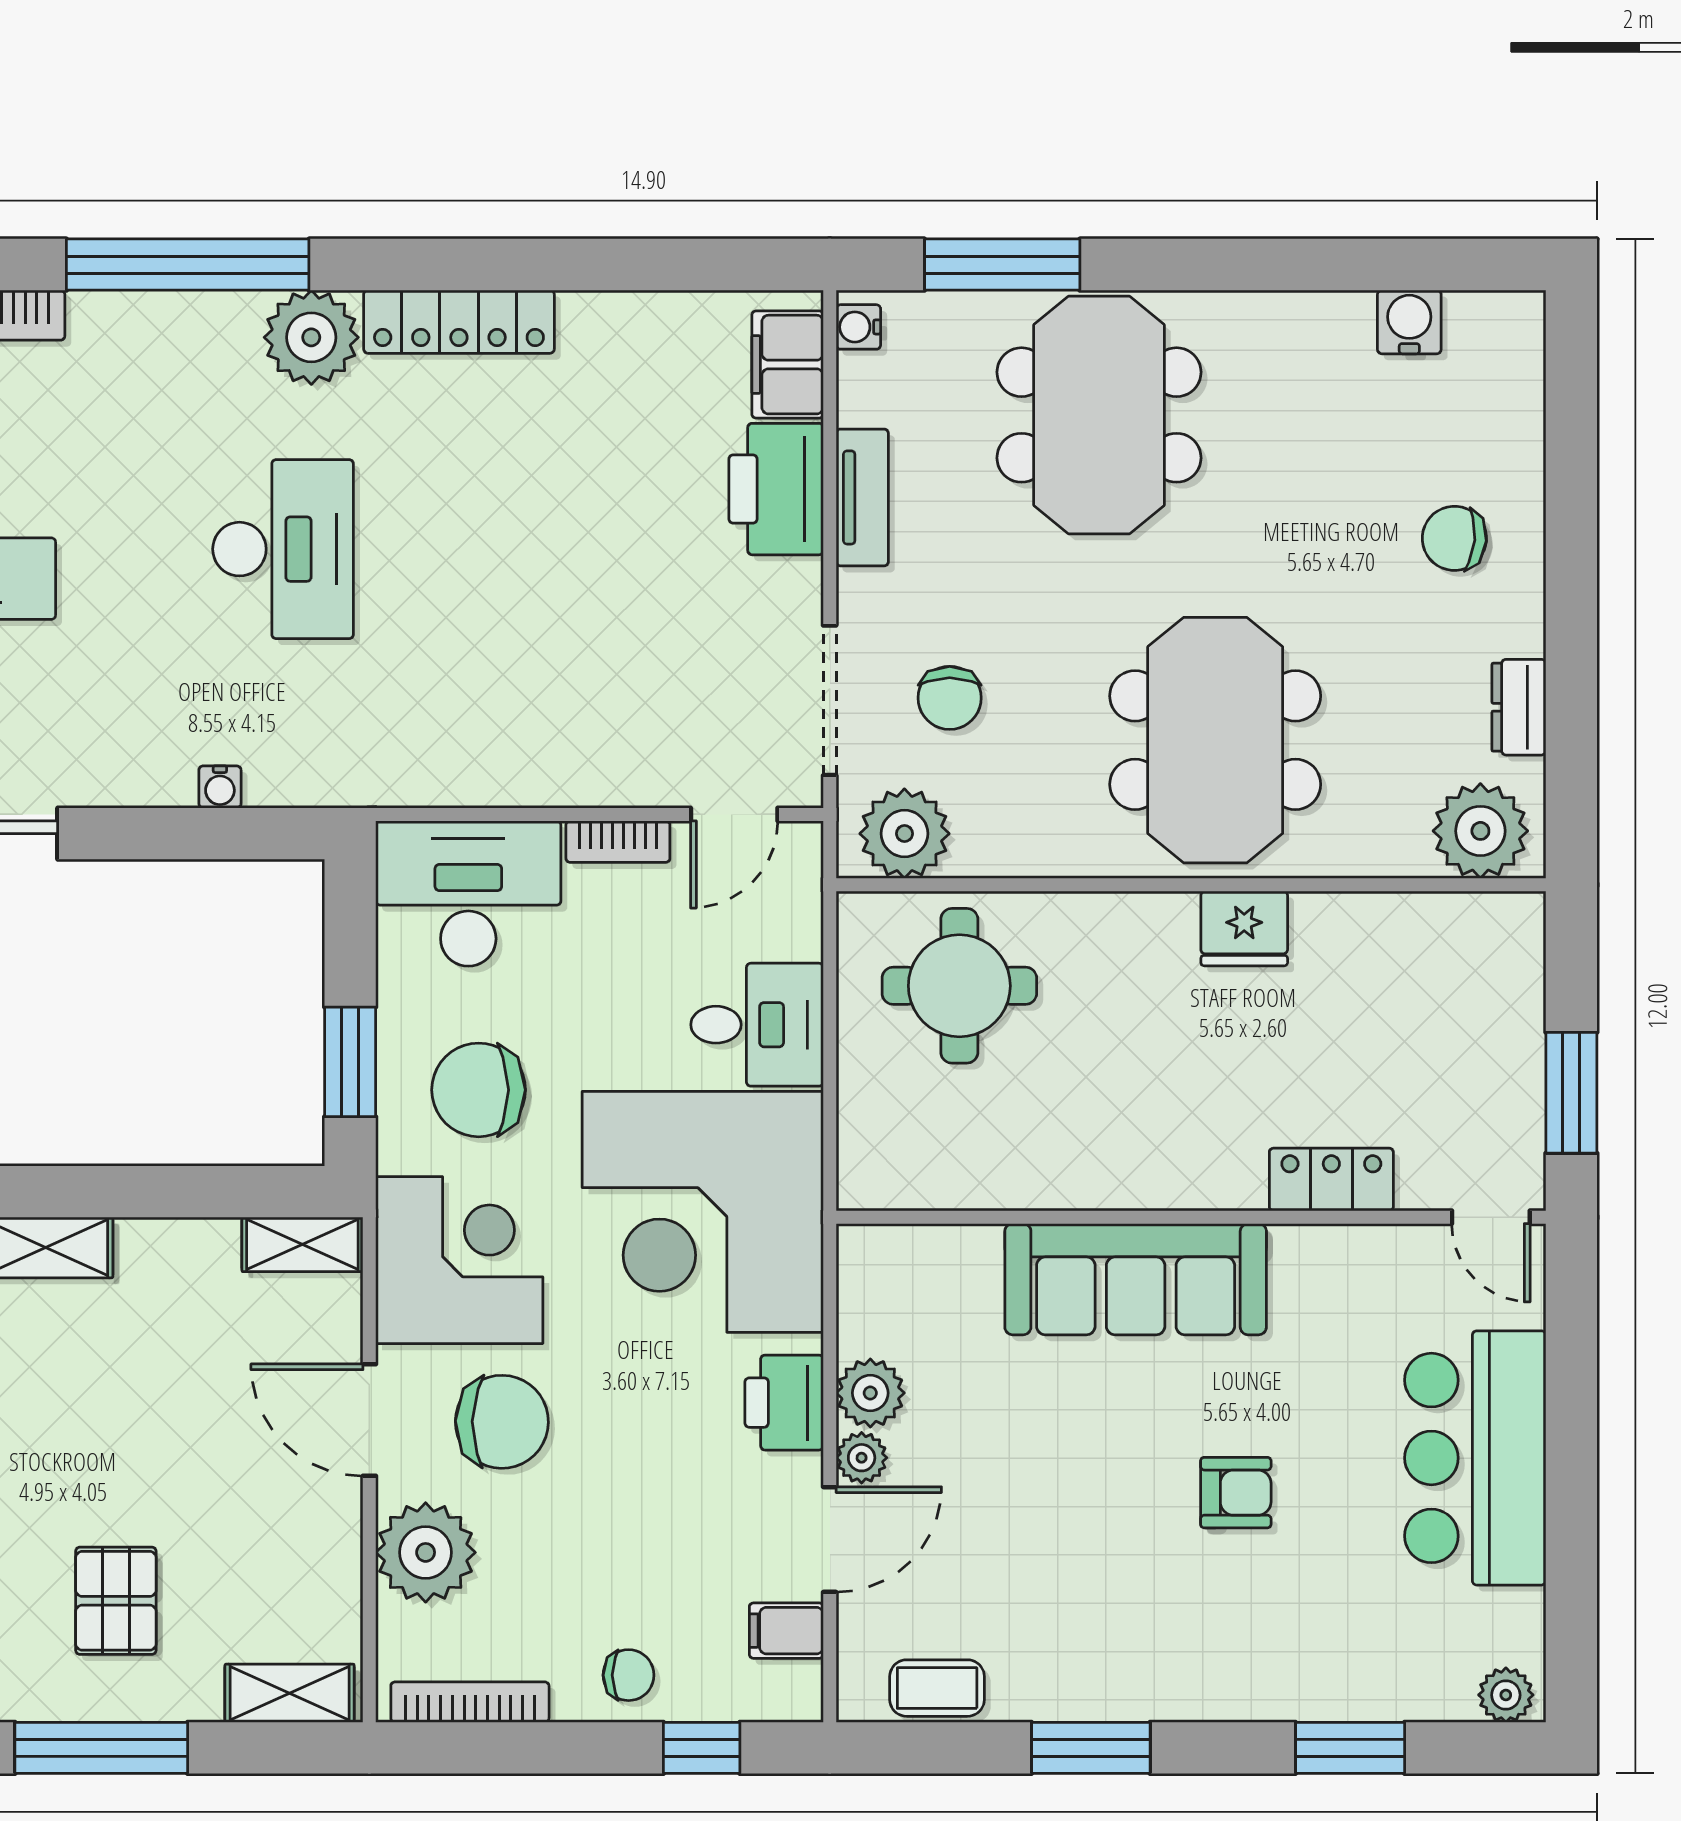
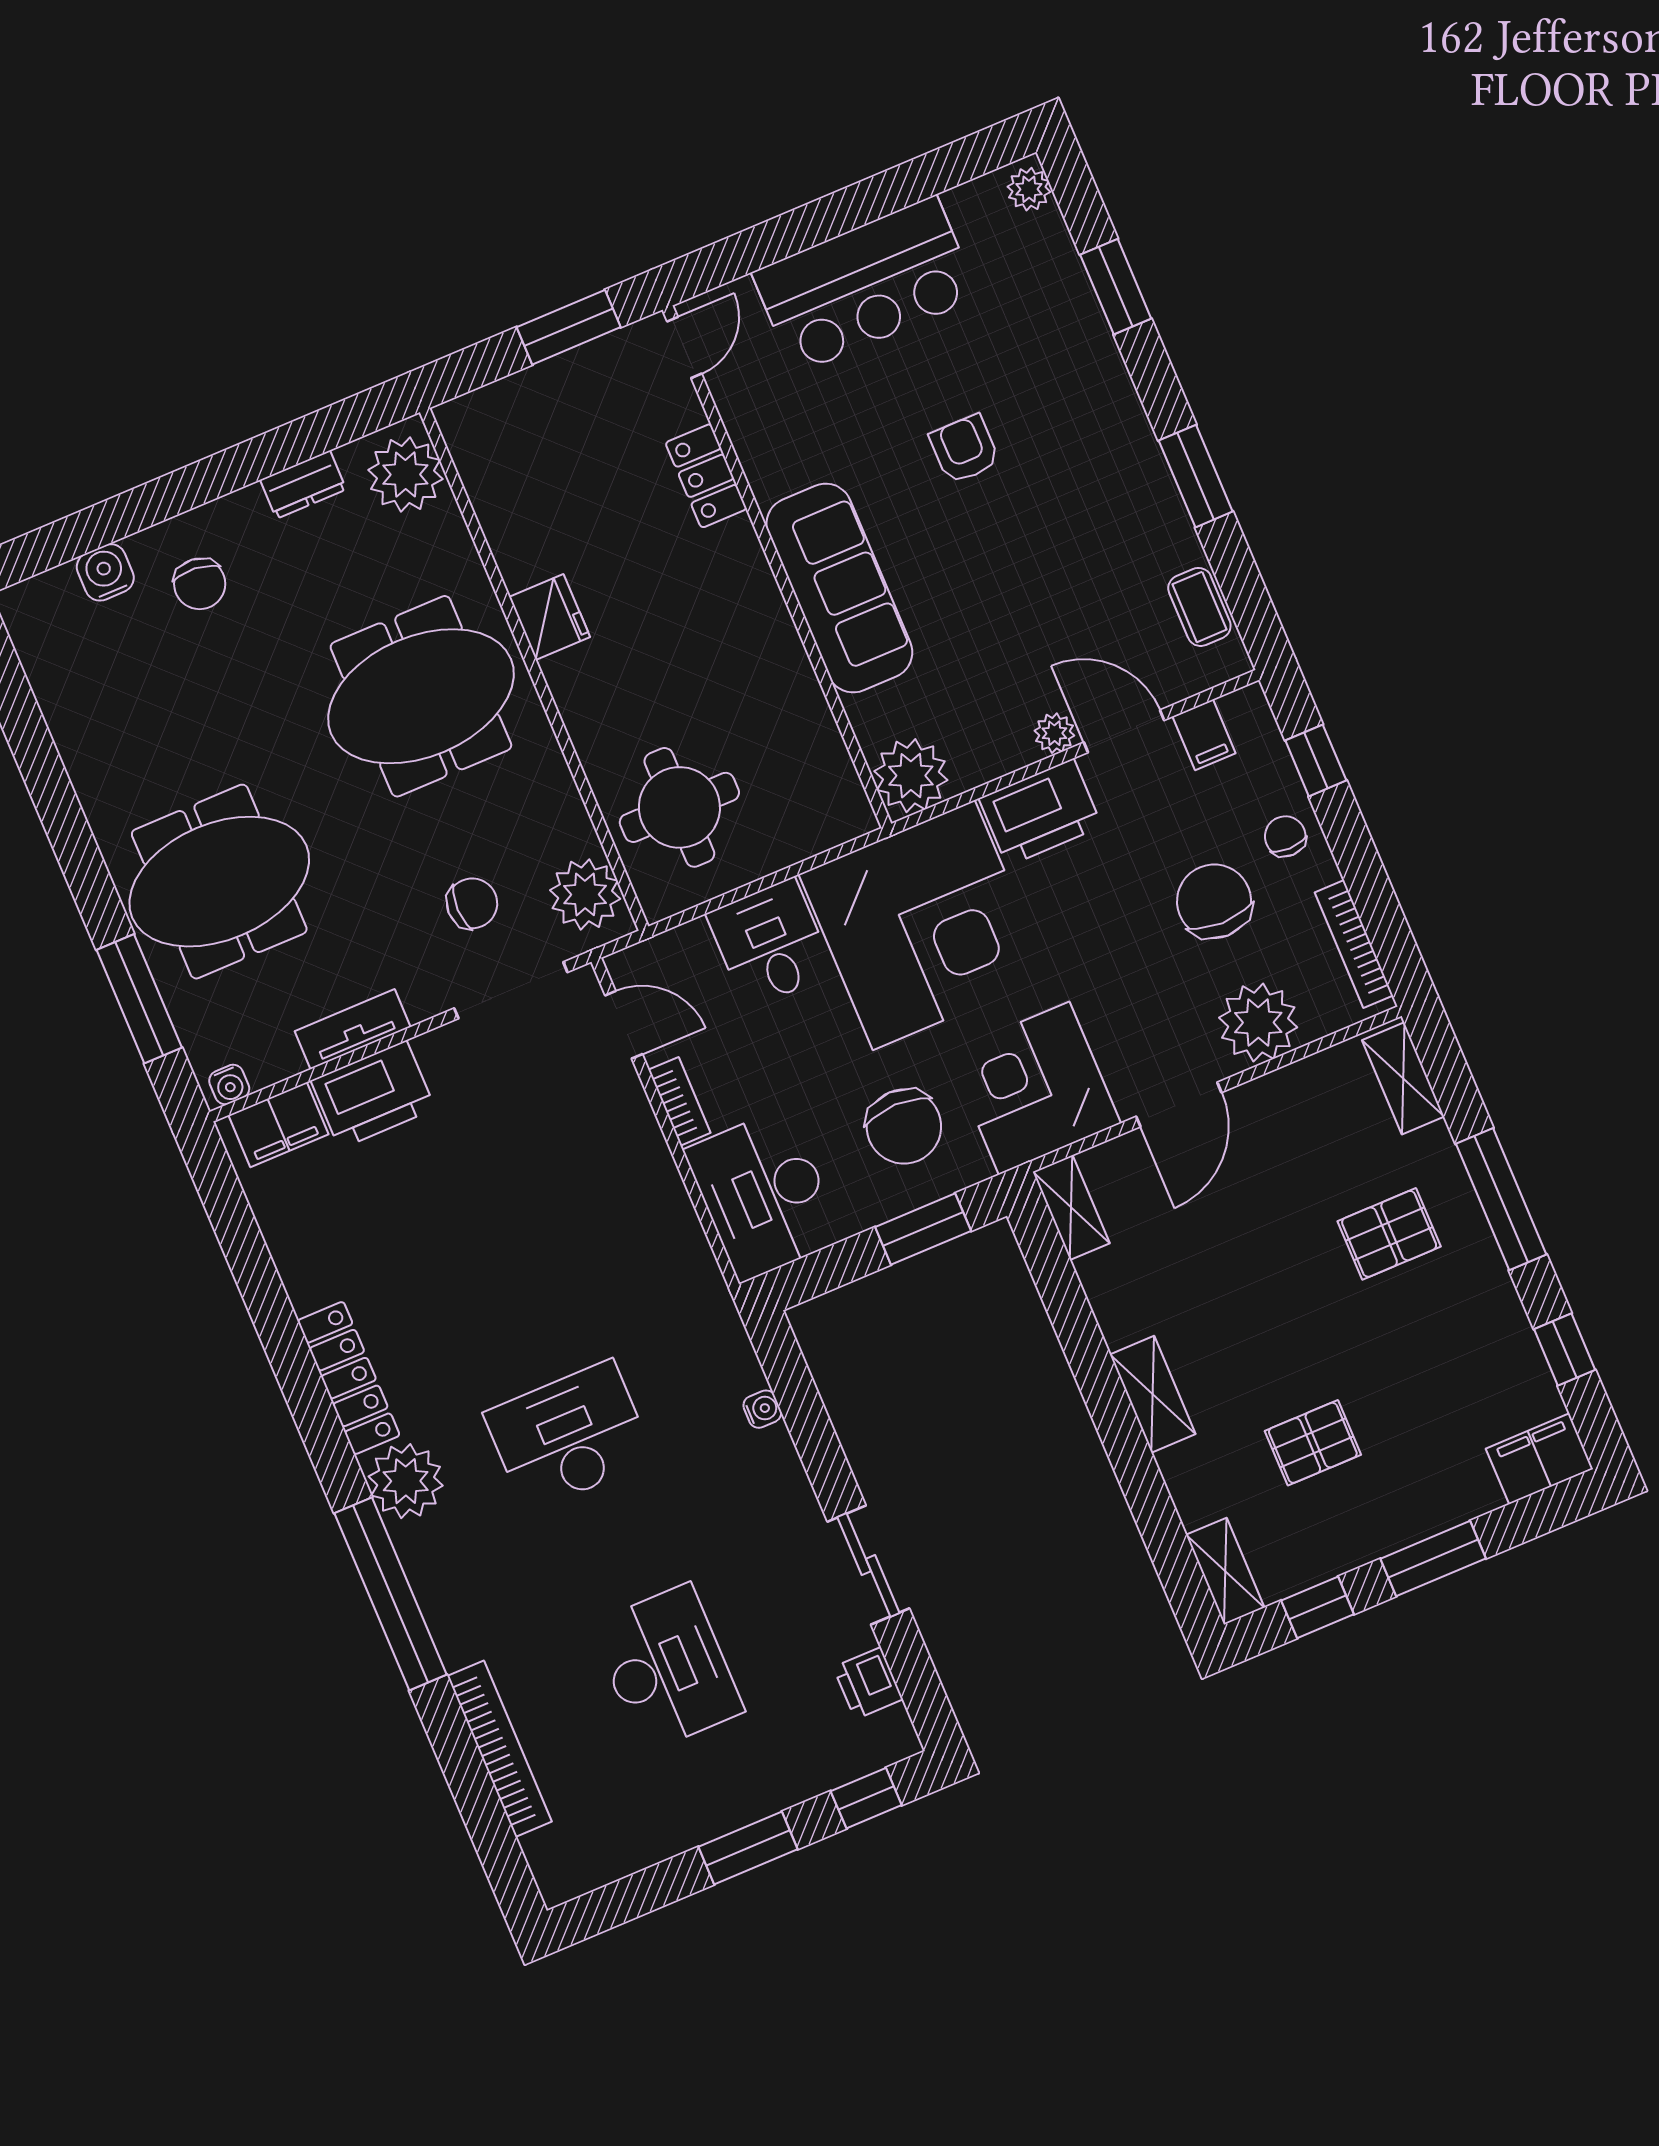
water cooler: (1409, 322) -> (105, 572), moved, turned 90
plant: (870, 1393) -> (911, 776), moved, width x1.36, depth x1.36
printer: (784, 1403) -> (1040, 812), width x1.37, depth x1.19
chair: (502, 1422) -> (1214, 901), moved

